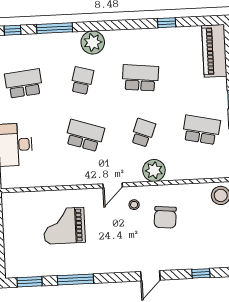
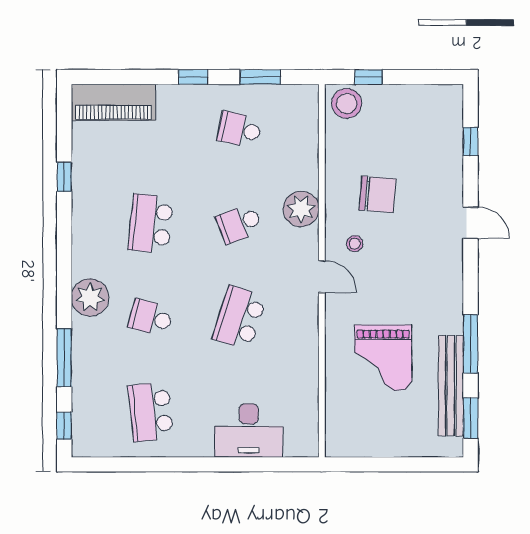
school desk: (201, 130) -> (239, 130), width x0.54
school desk: (143, 133) -> (239, 224), turned -42
bench: (49, 269) -> (451, 386), added

